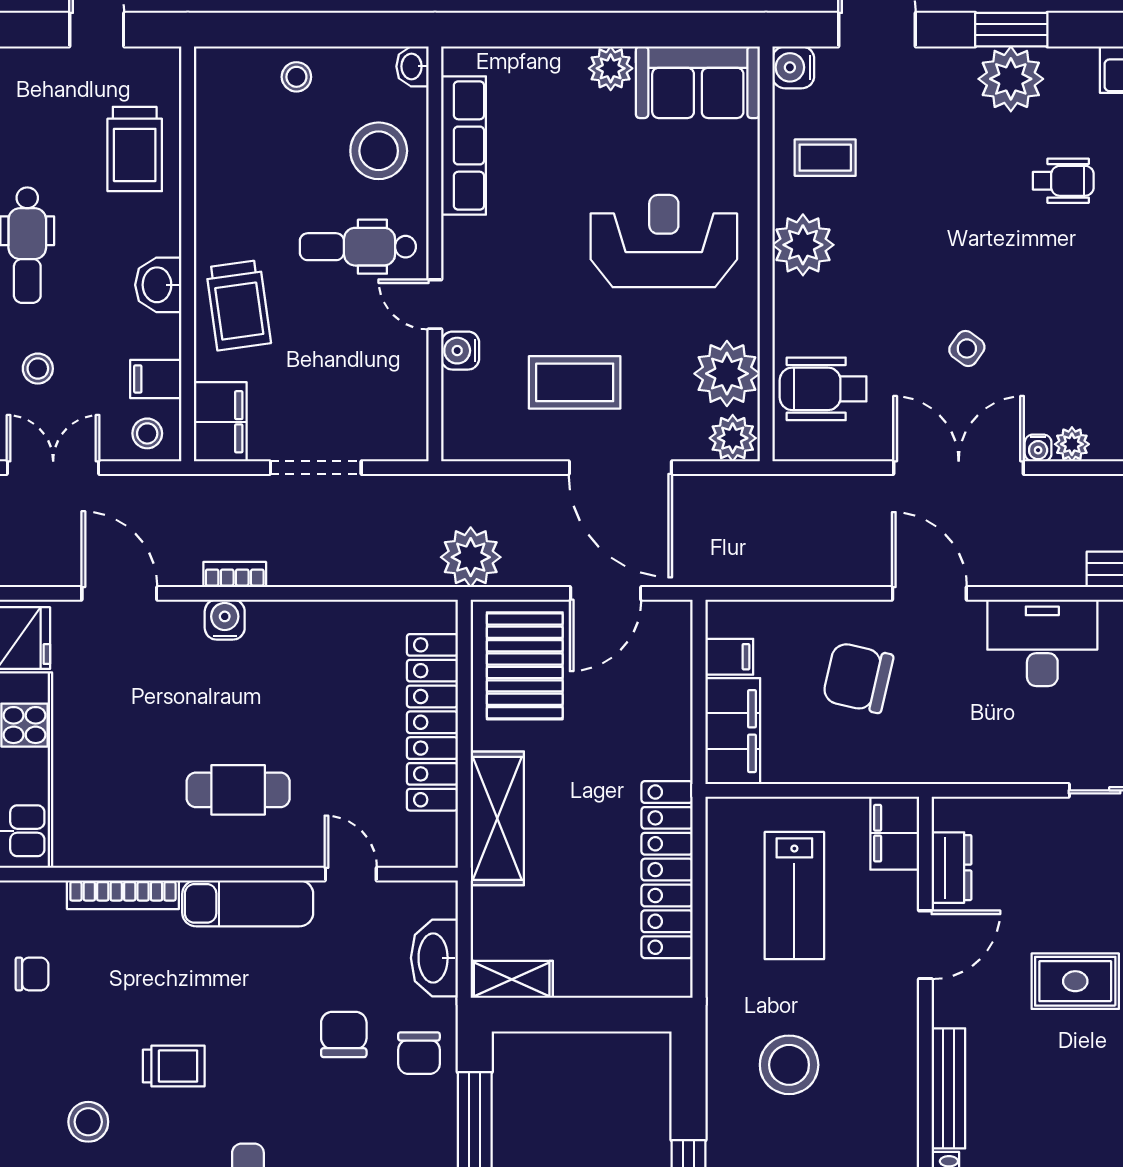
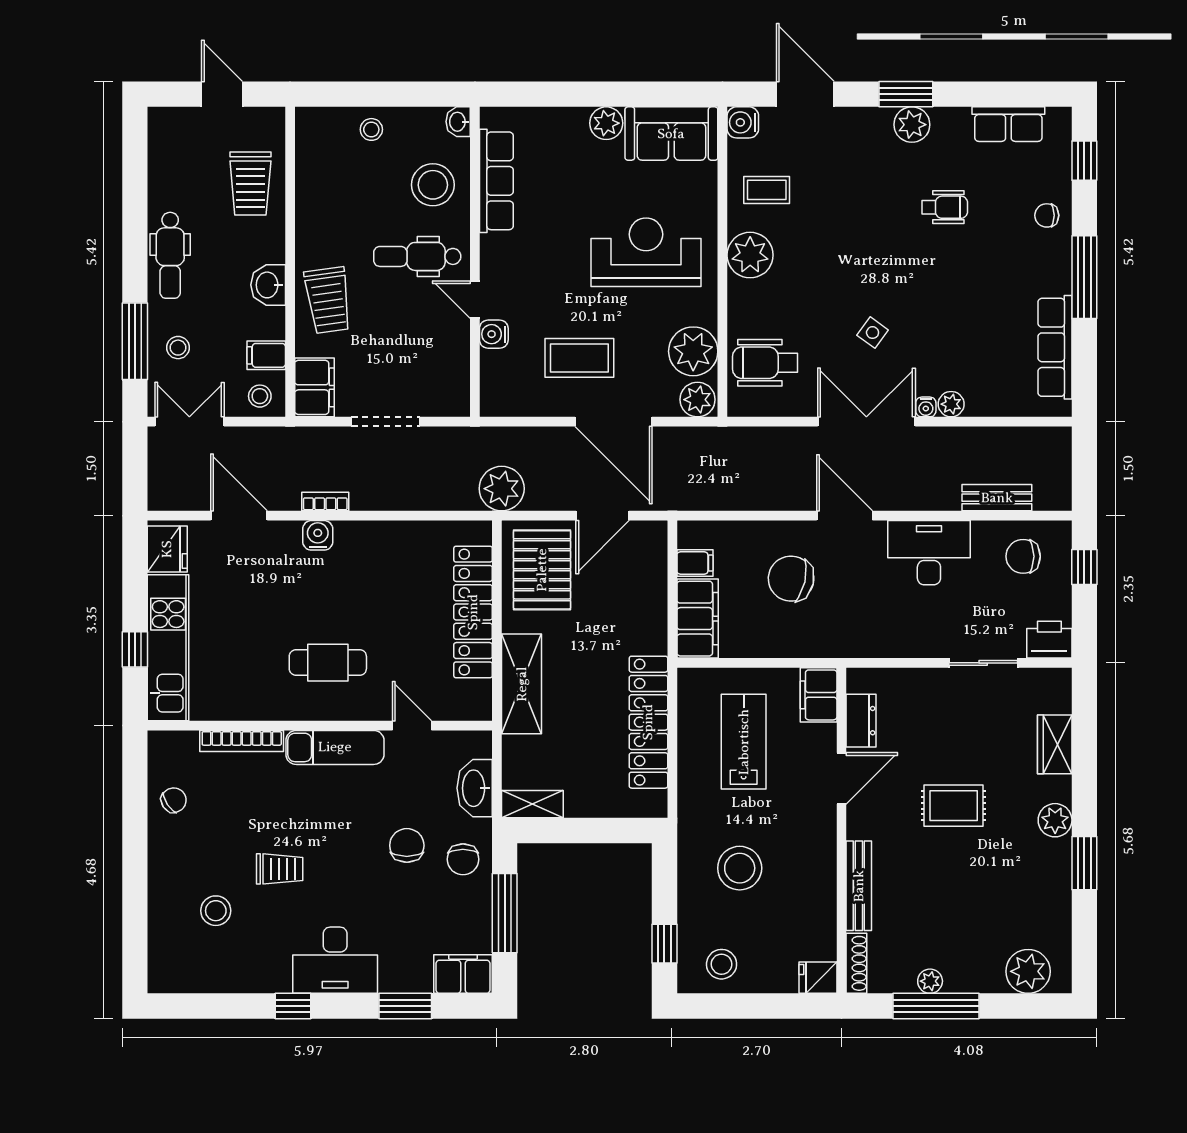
plant: (1011, 79) -> (912, 125), width x0.73, depth x0.73
lab bench: (794, 896) -> (744, 742), turned 180
chair: (32, 974) -> (174, 800), turned -33

